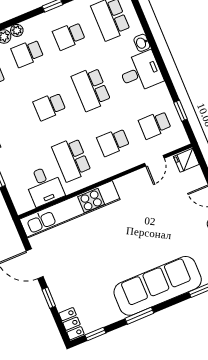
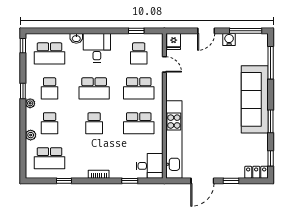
plant: (17, 30) -> (30, 103), moved
school desk: (113, 142) -> (139, 88), width x1.85
desk: (44, 186) -> (149, 166), moved

